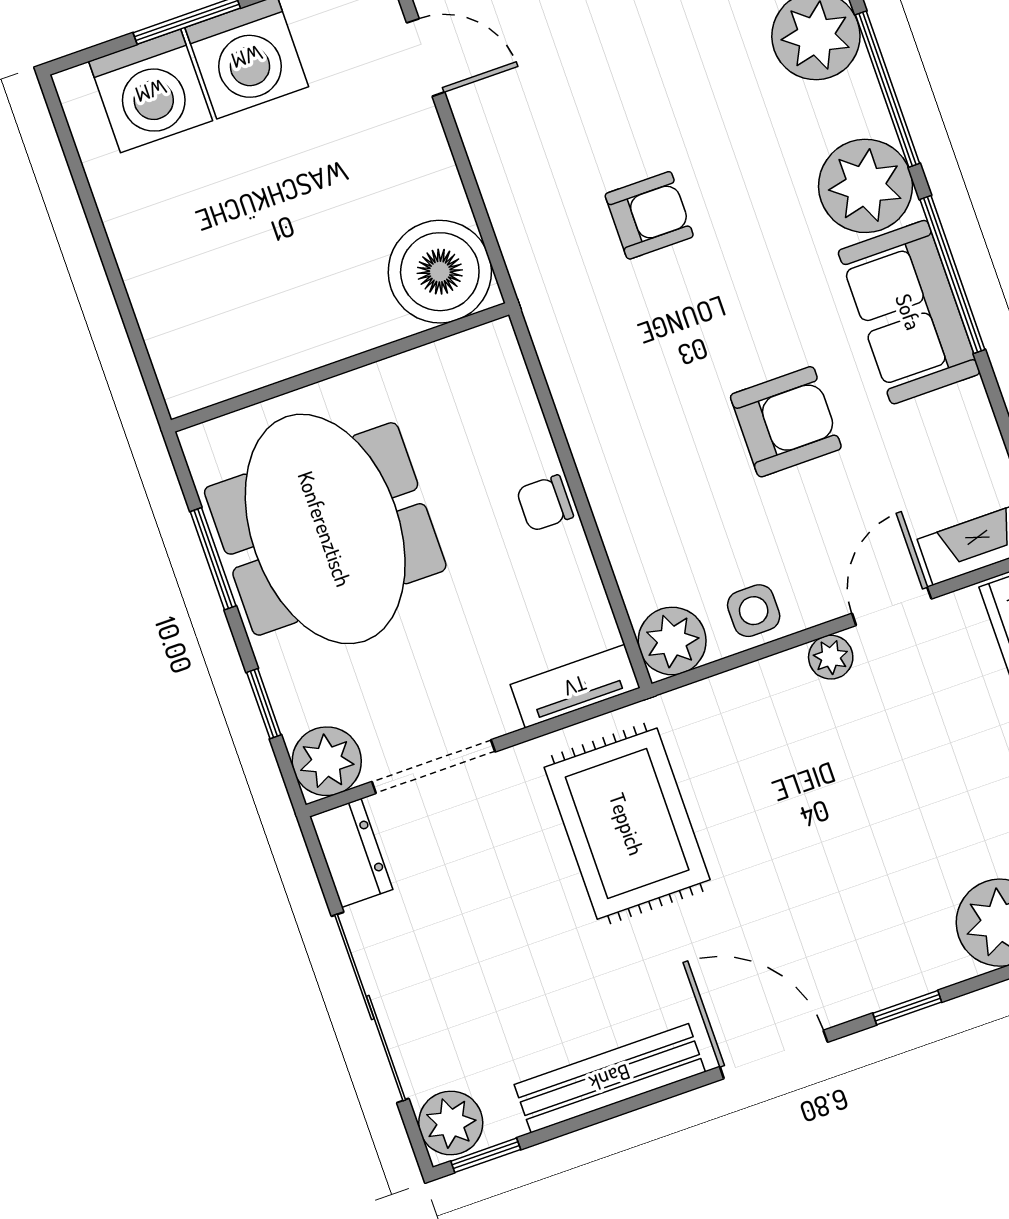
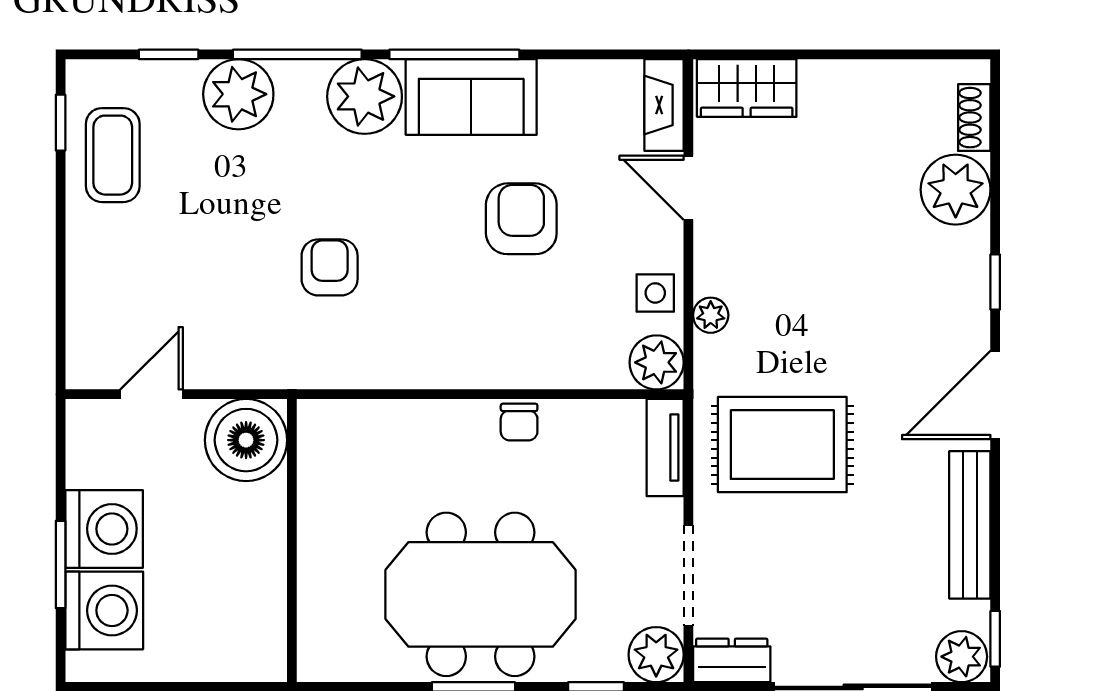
boiler: (440, 272) -> (246, 440), moved
wall: (340, 367) -> (292, 541), moved
plant: (831, 657) -> (711, 315), moved

